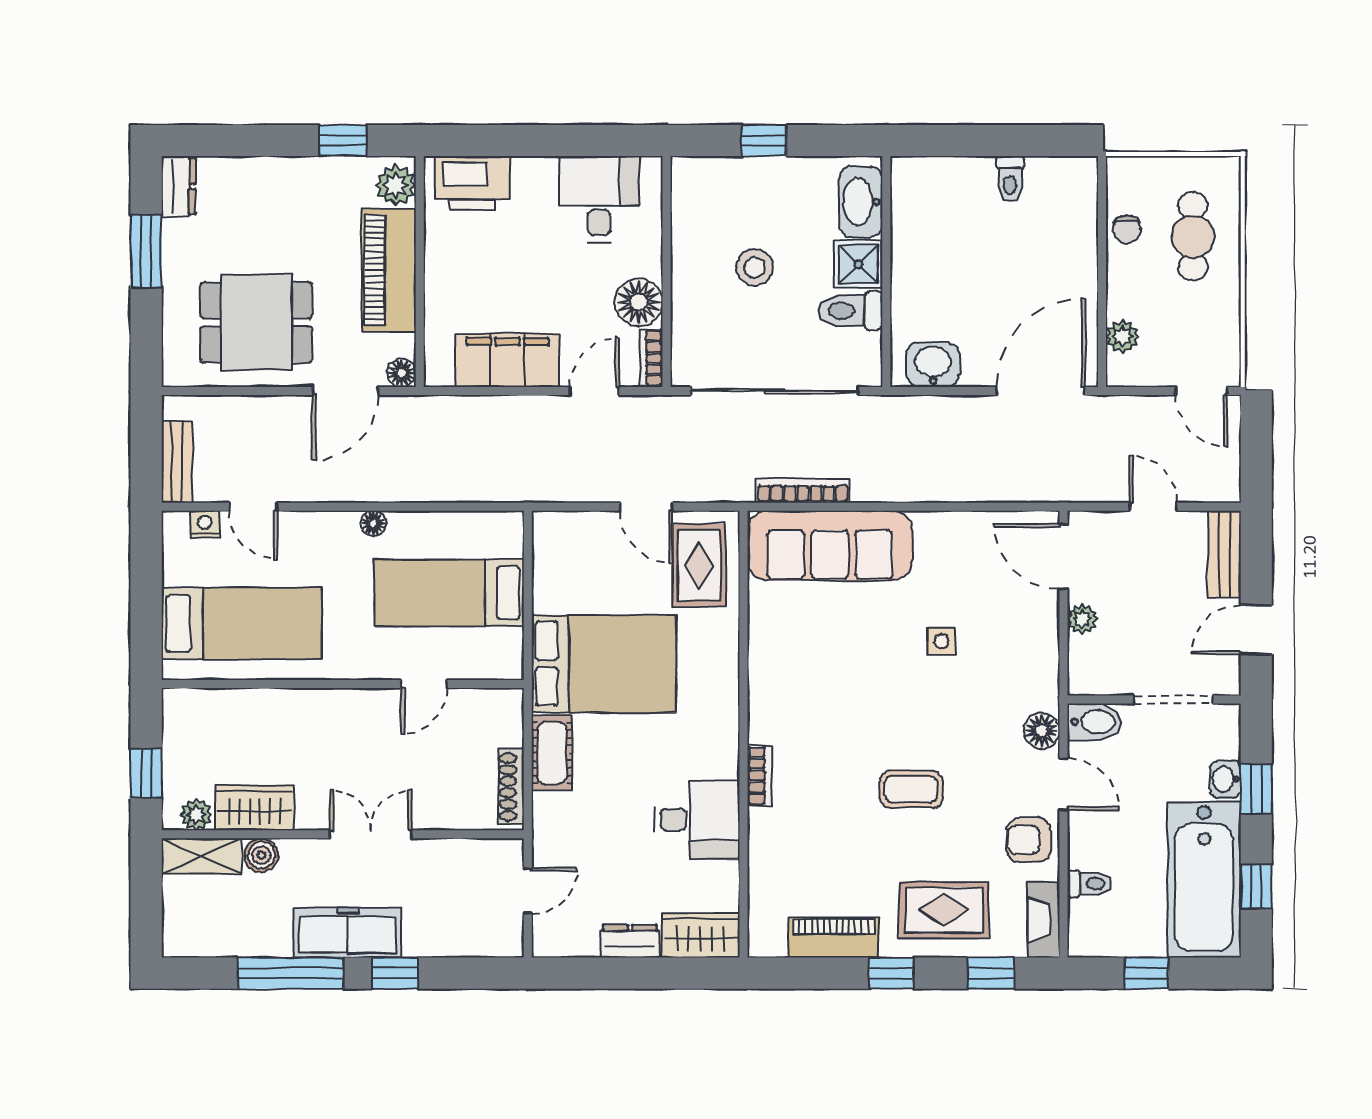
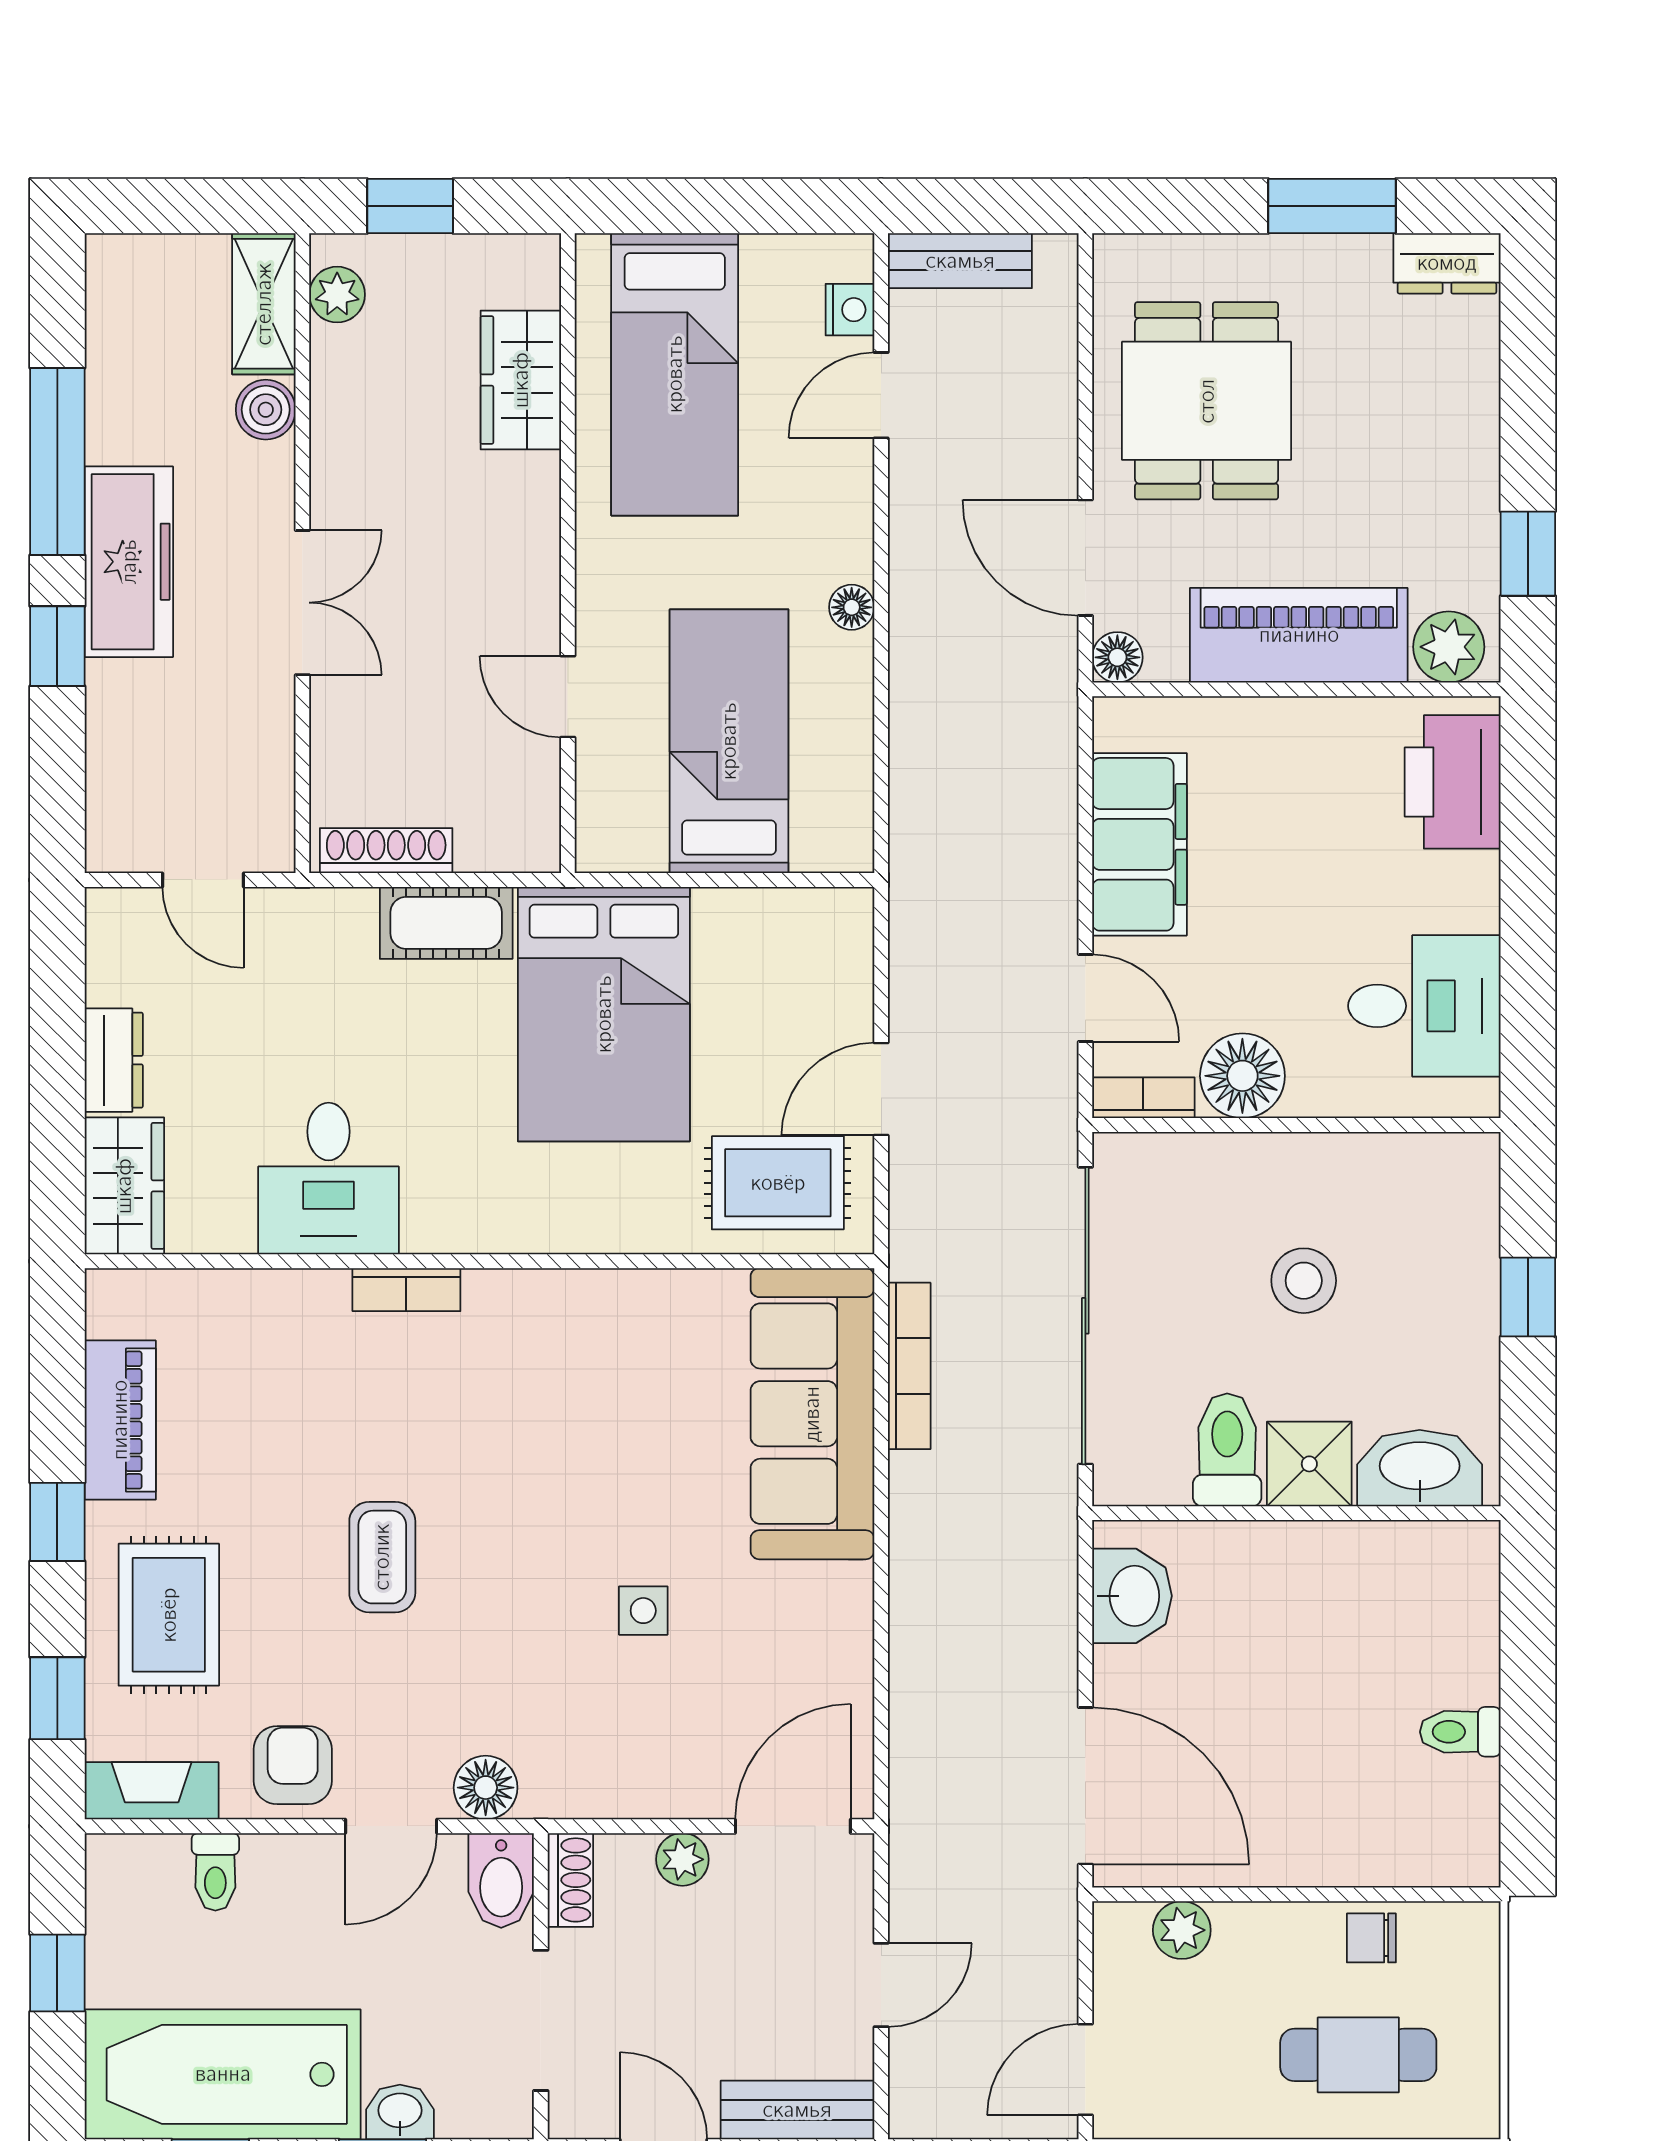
shoe rack: (1094, 683) -> (570, 1880), added
wardrobe: (254, 808) -> (521, 380), moved, turned 180

